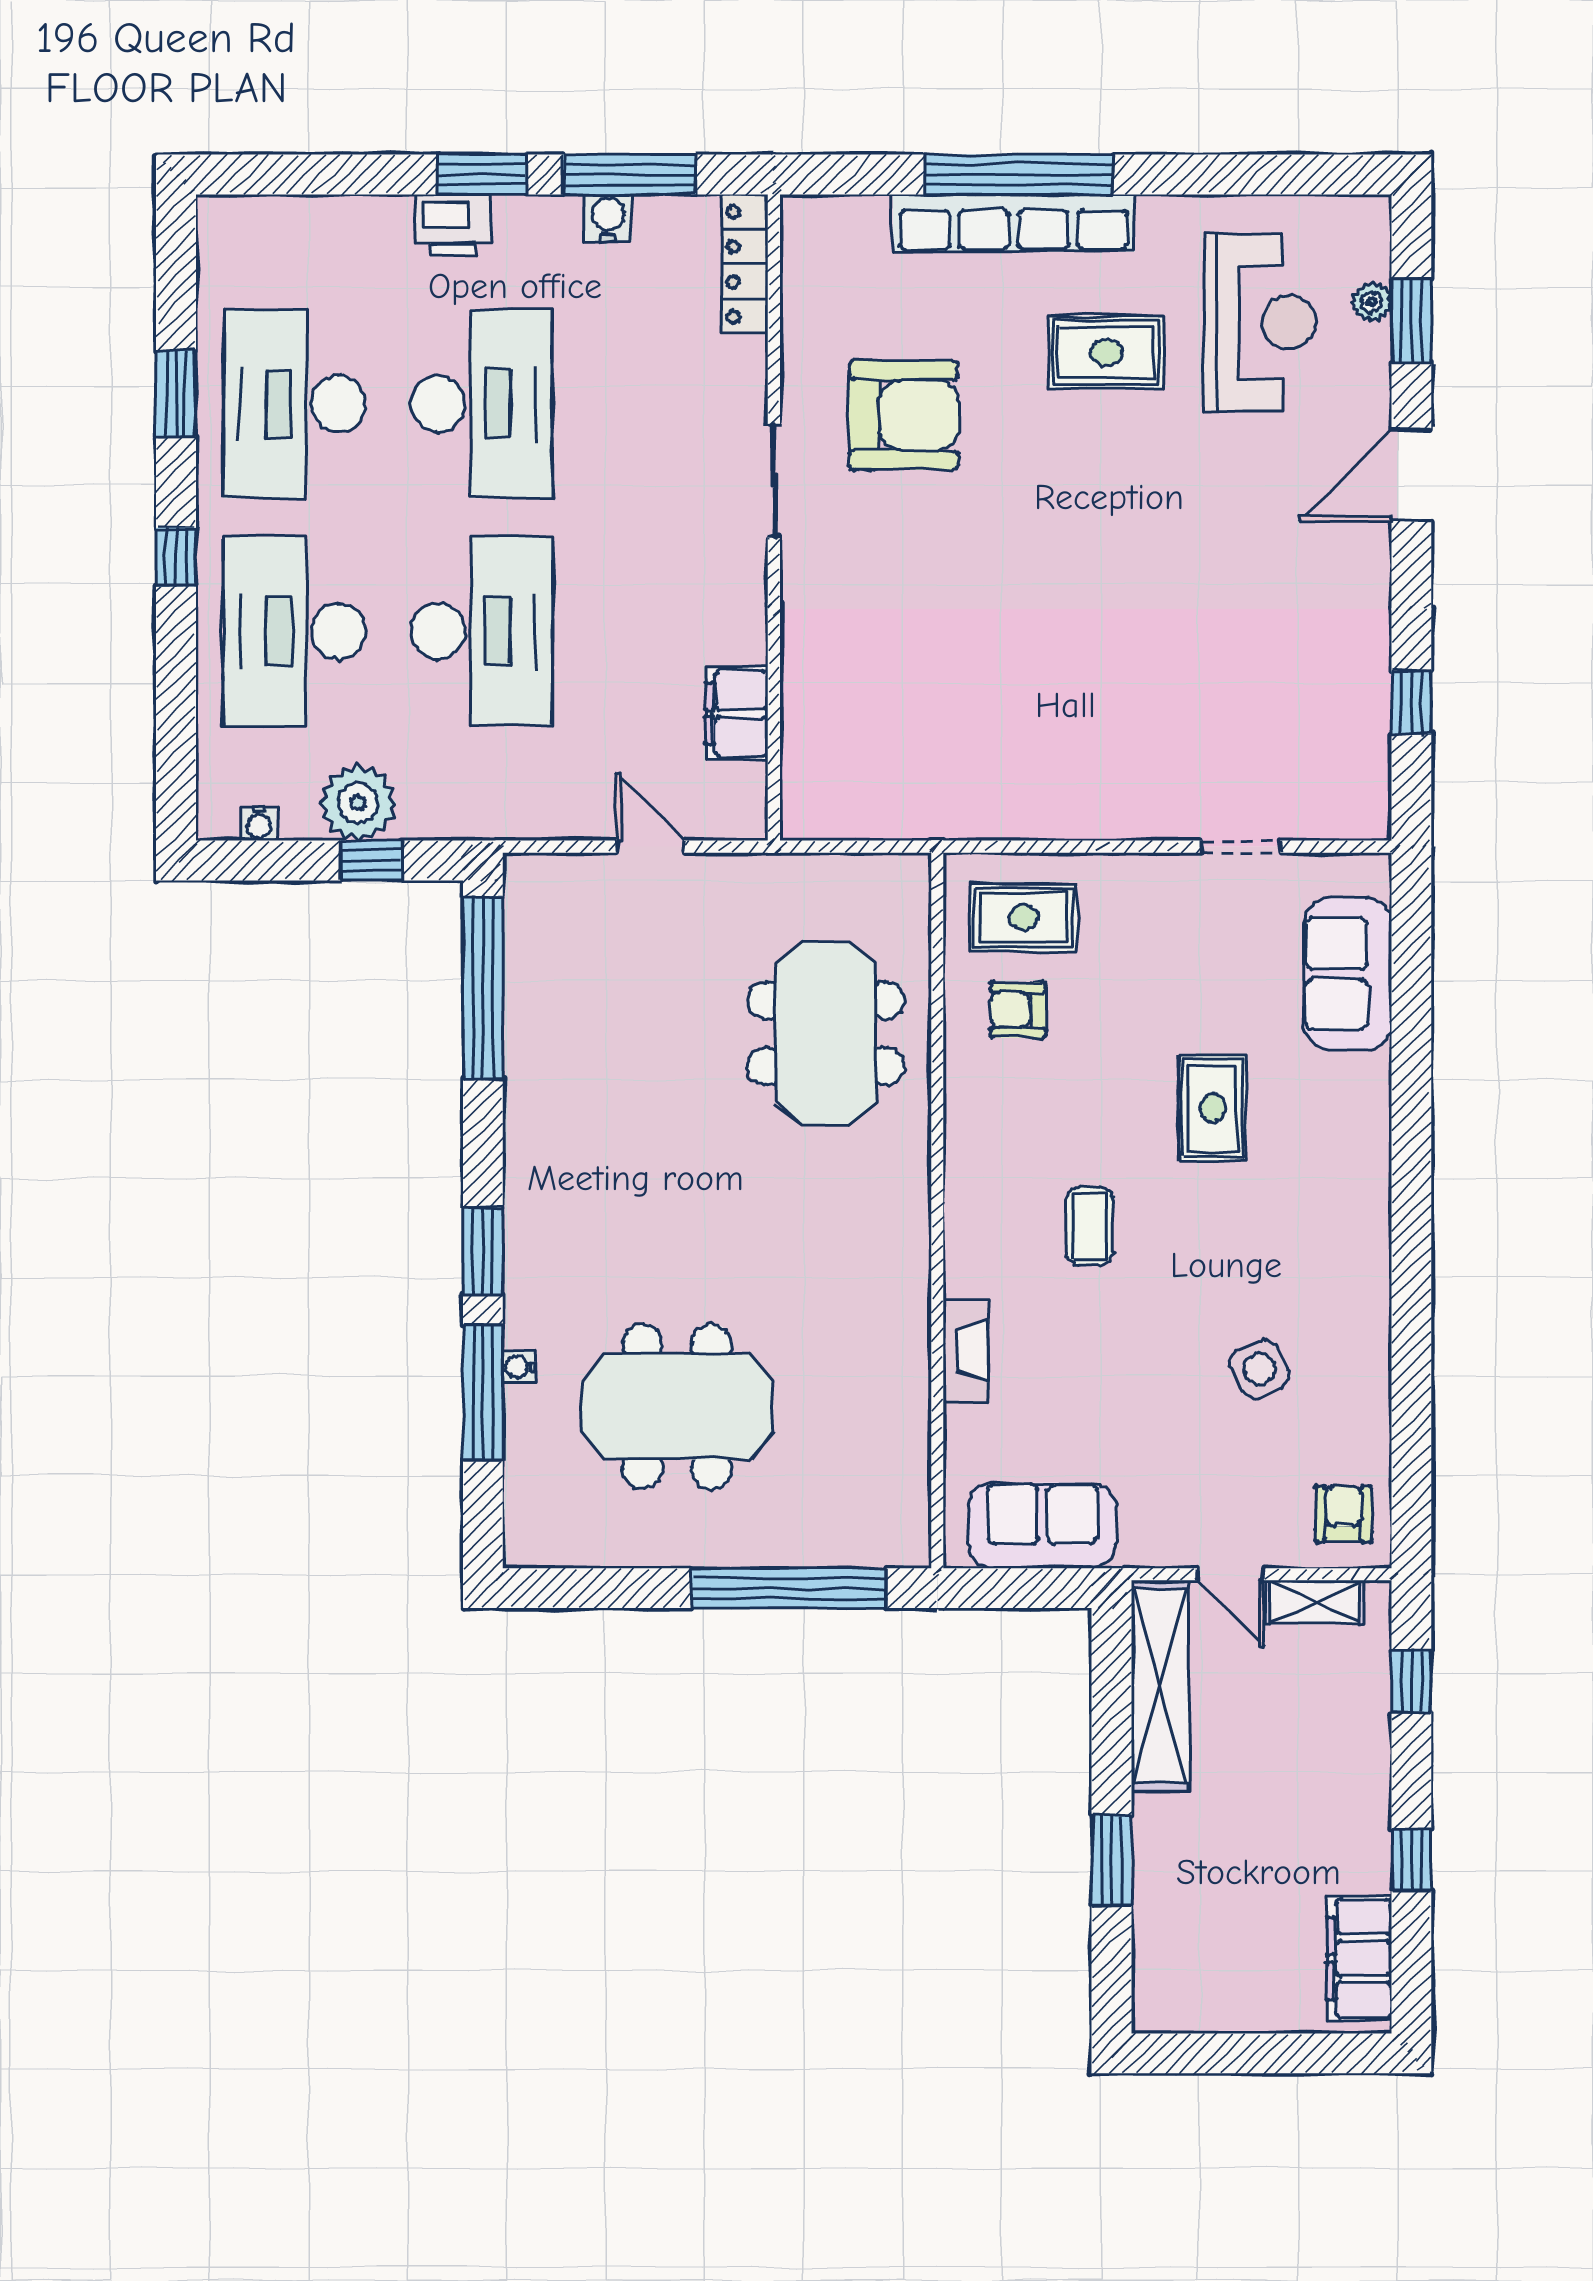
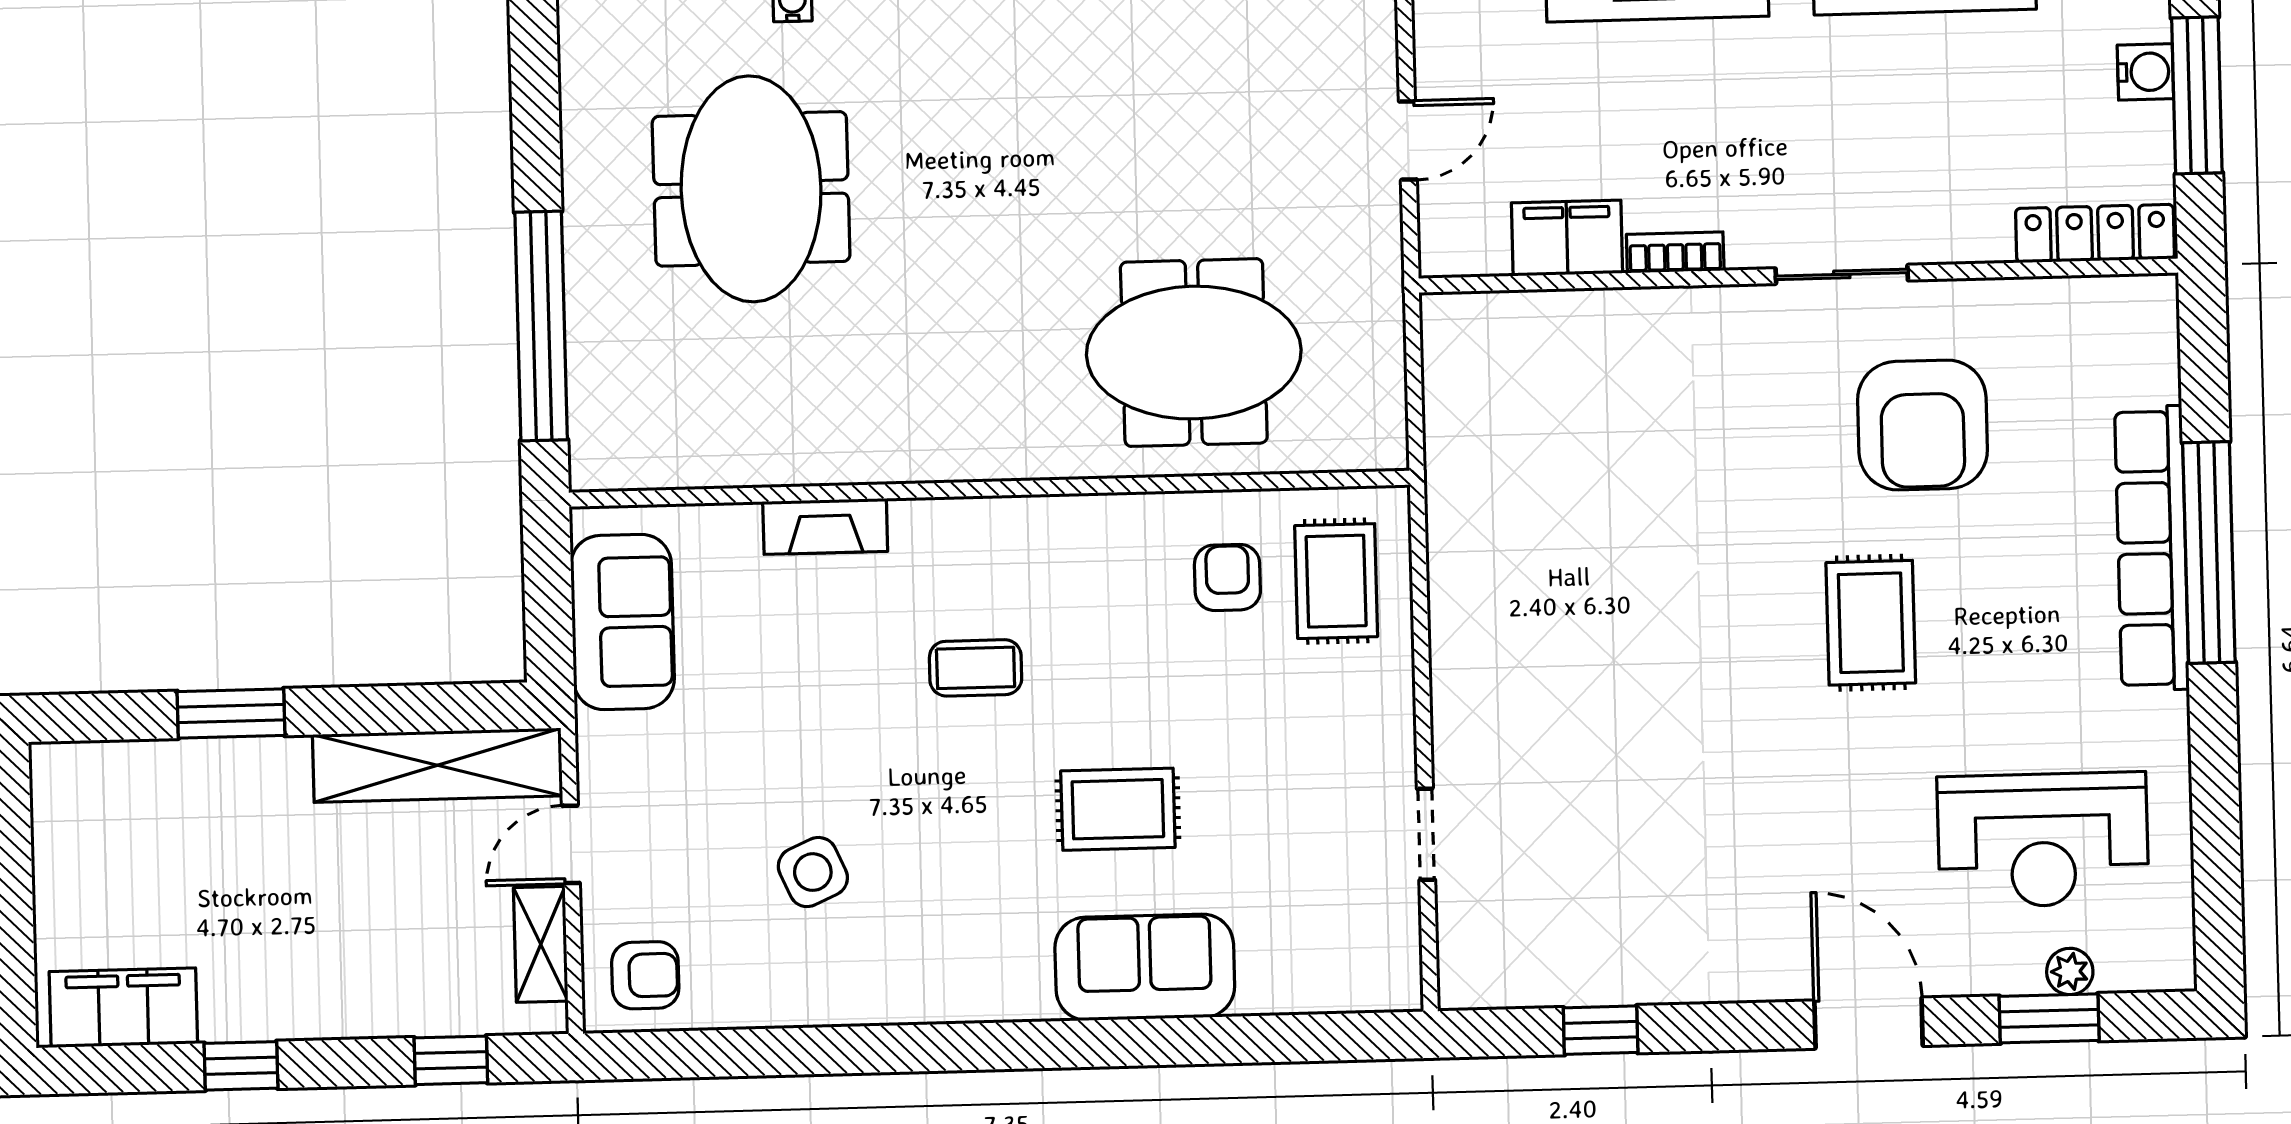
rug: (1106, 352) -> (1871, 623), moved
bookcase: (752, 622) -> (1675, 252), added
sofa: (1348, 974) -> (1145, 967), moved

